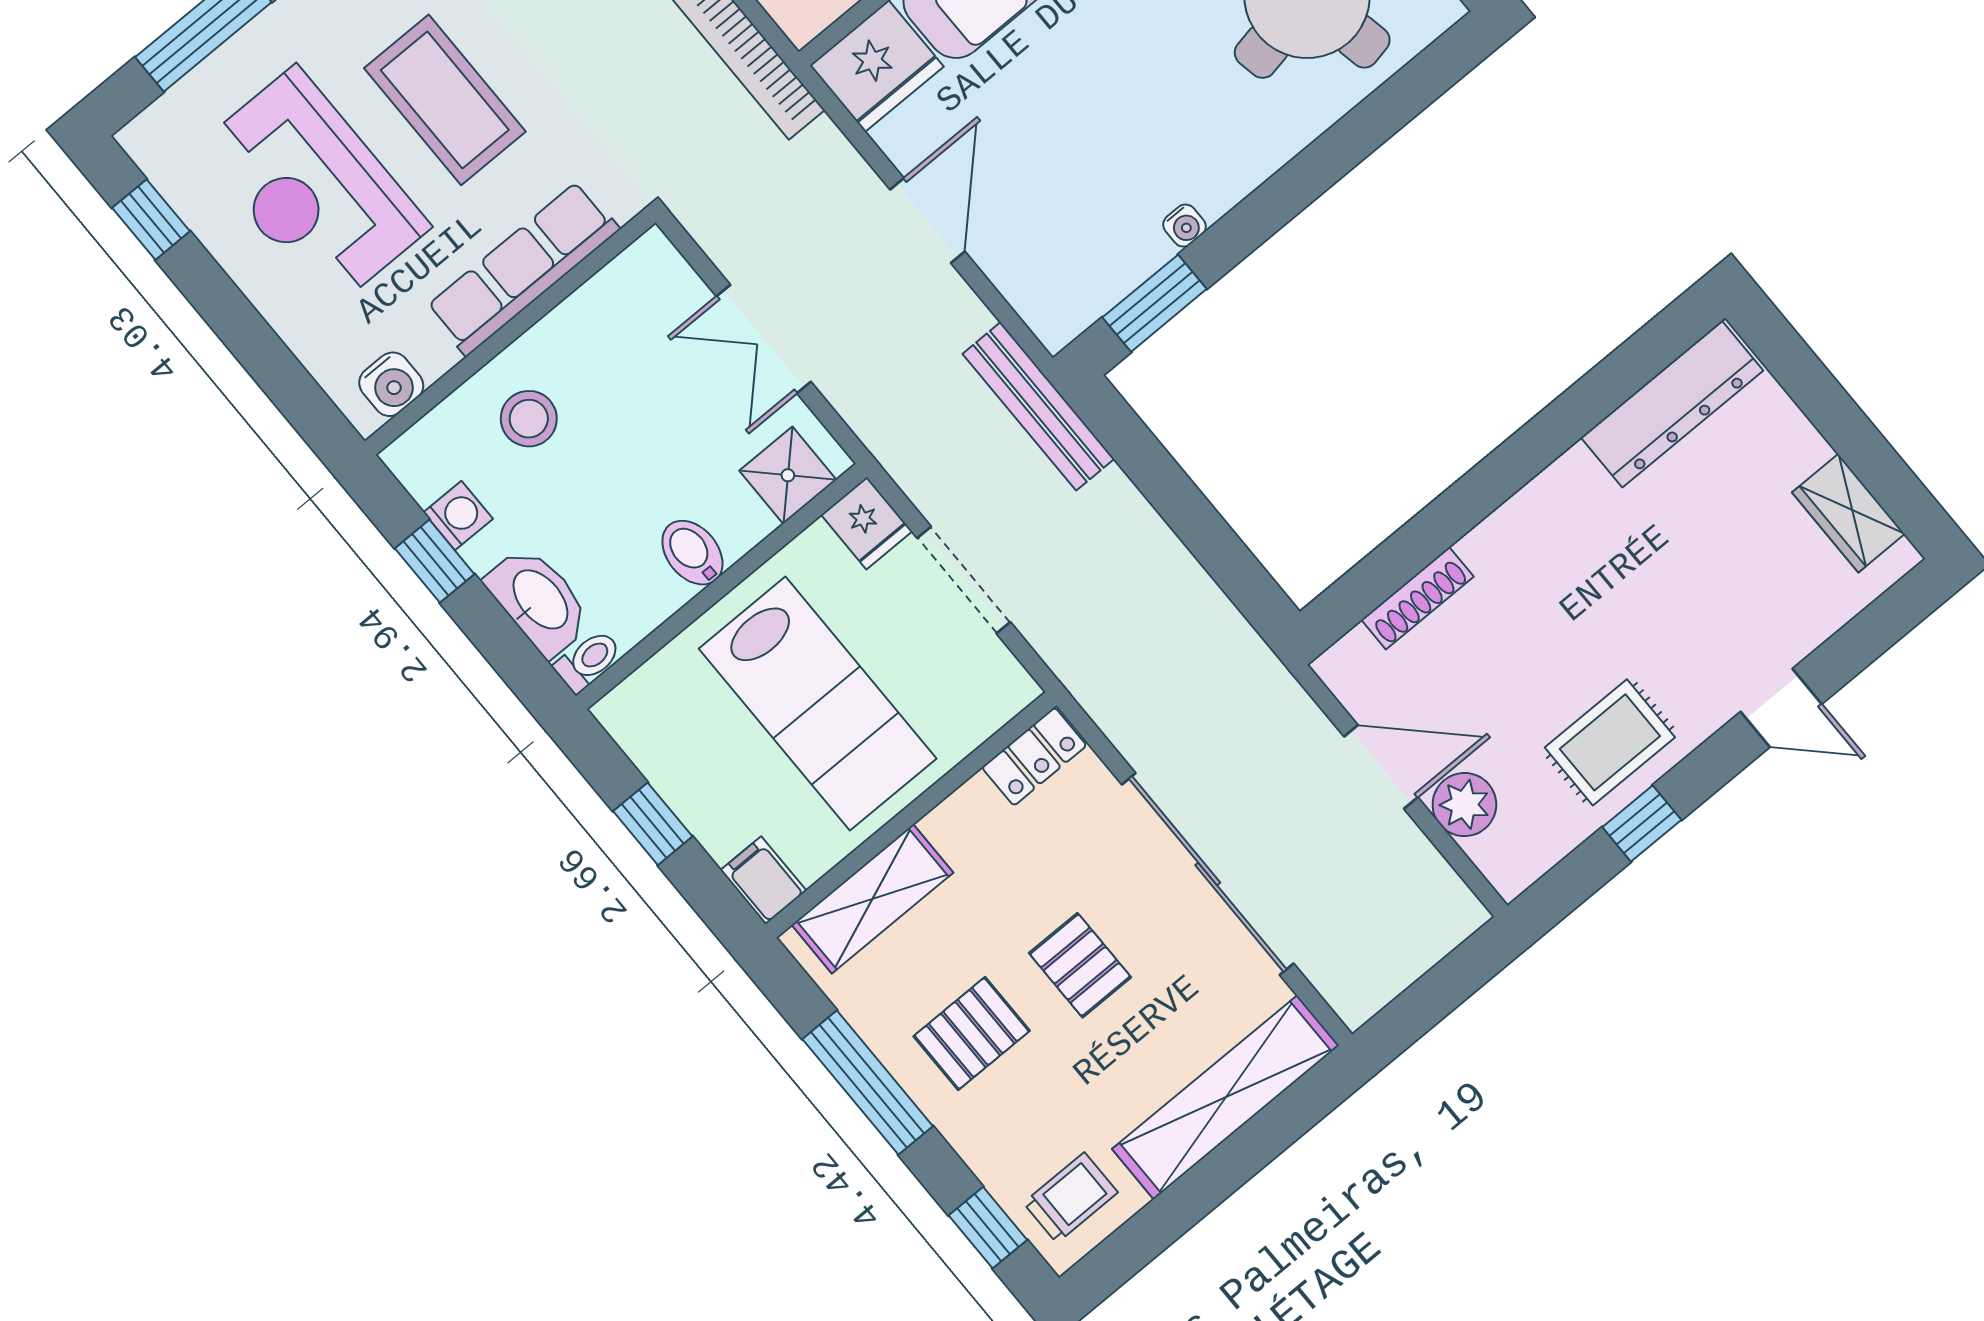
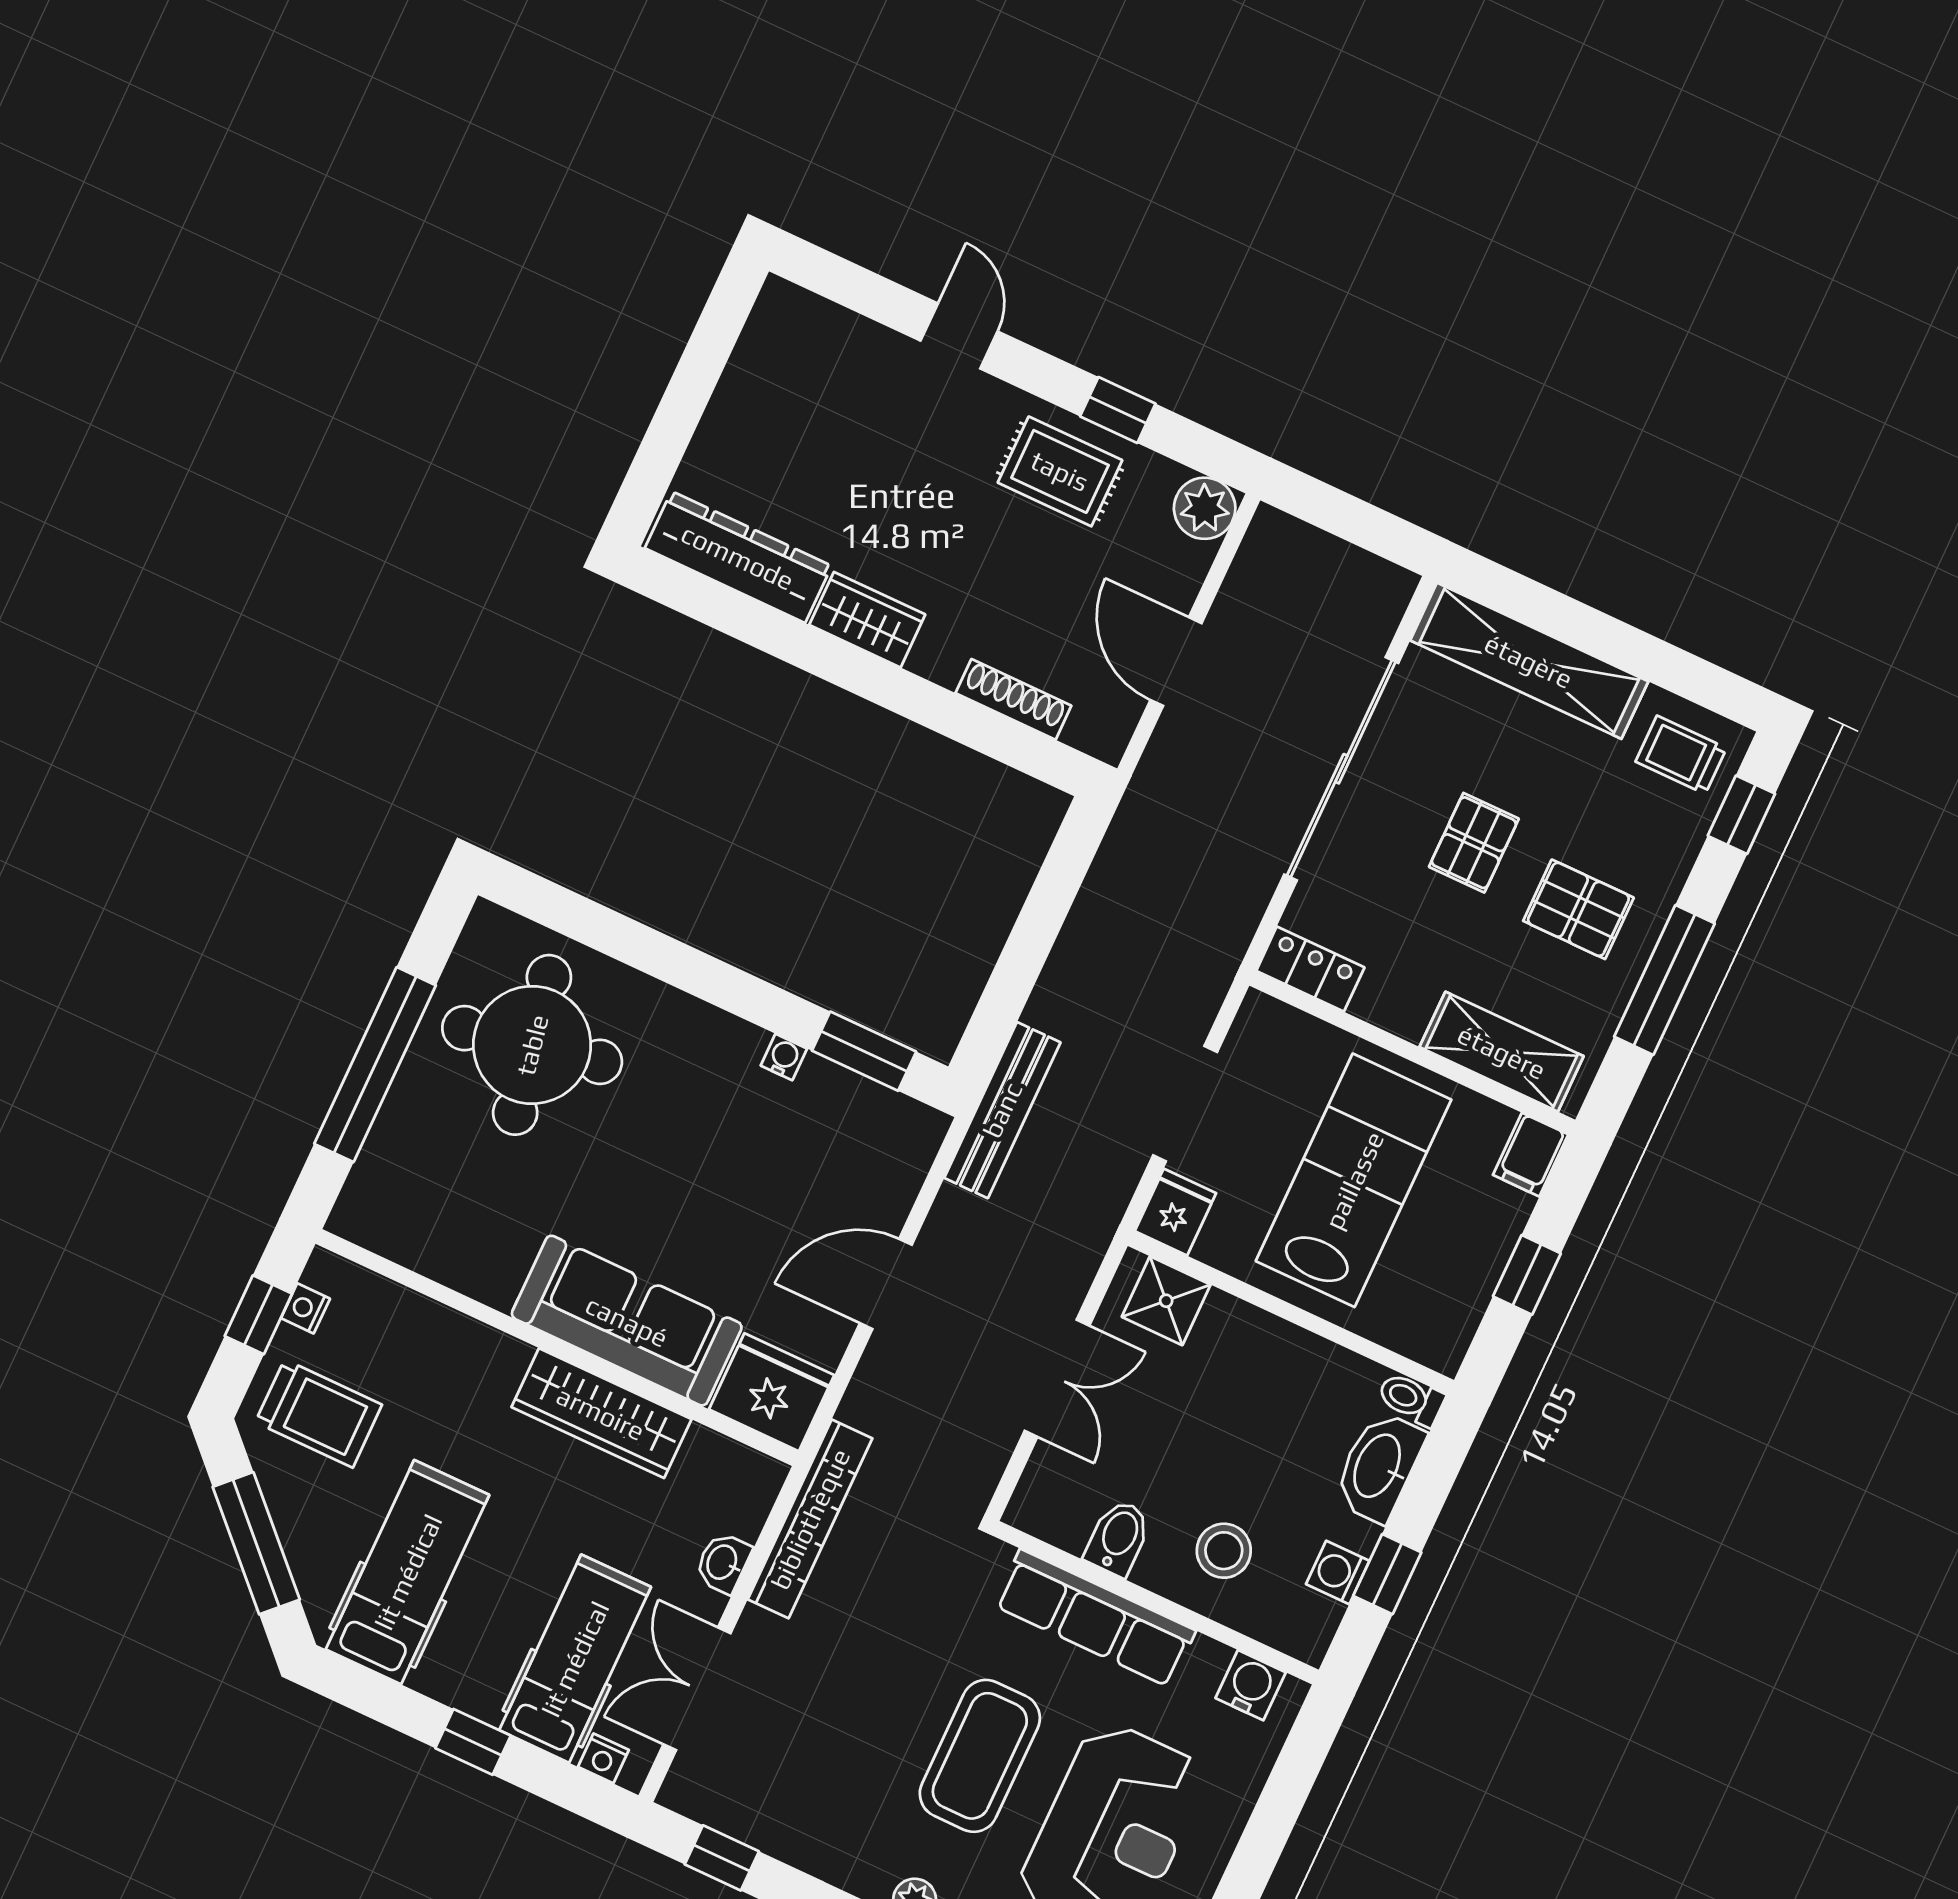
wardrobe: (1848, 513) -> (867, 620), moved, turned -90
bidet: (692, 553) -> (1118, 1538), moved, turned 180
plant: (1464, 805) -> (1205, 508), moved

